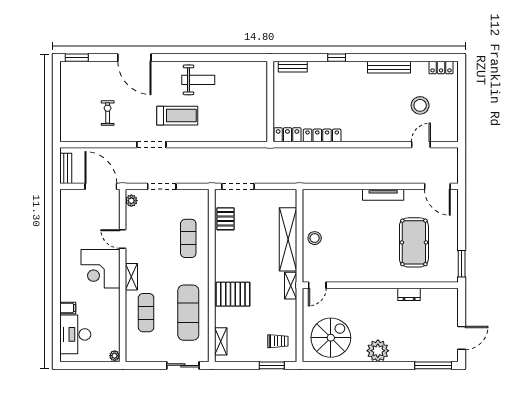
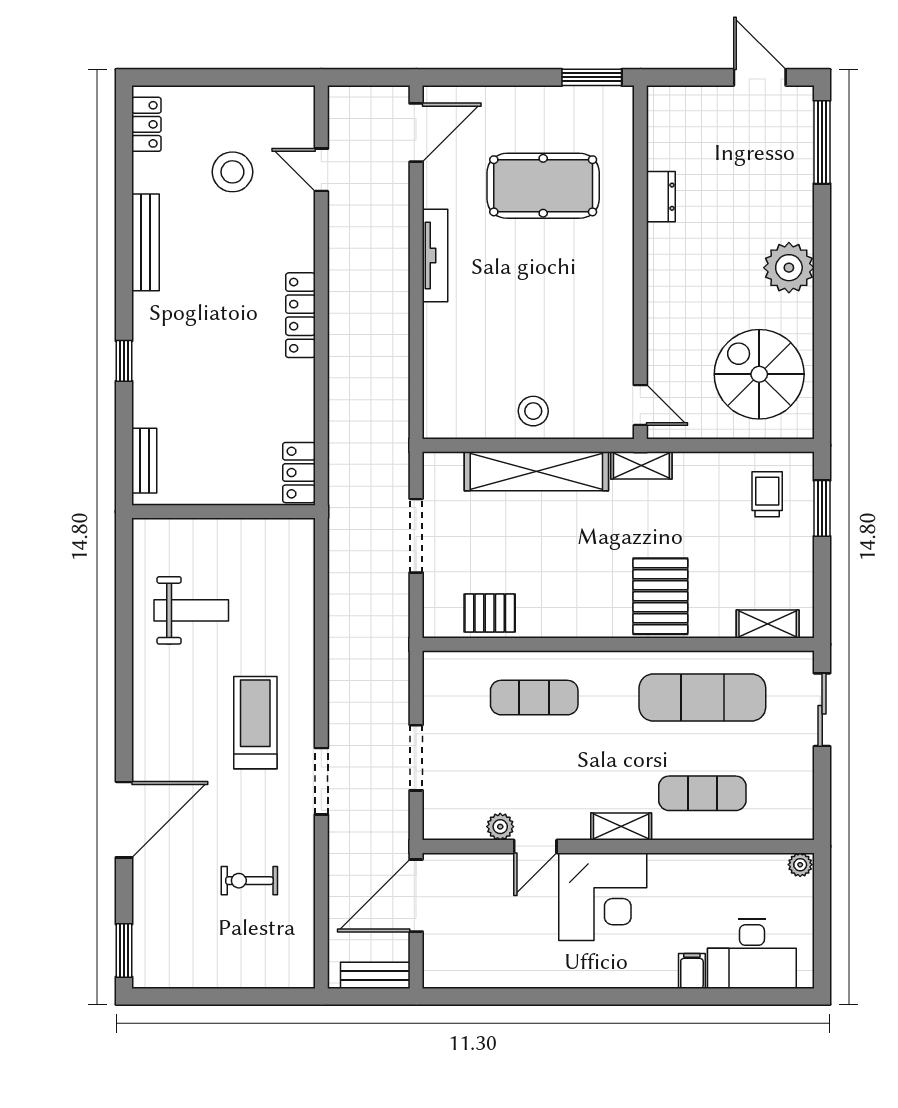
weight bench: (198, 80) -> (191, 610), moved, turned 90
locker: (322, 135) -> (300, 315), moved
doorway: (238, 186) -> (416, 536), moved
plant: (131, 201) -> (500, 827), moved

